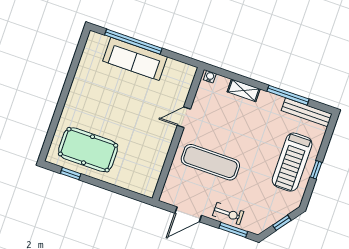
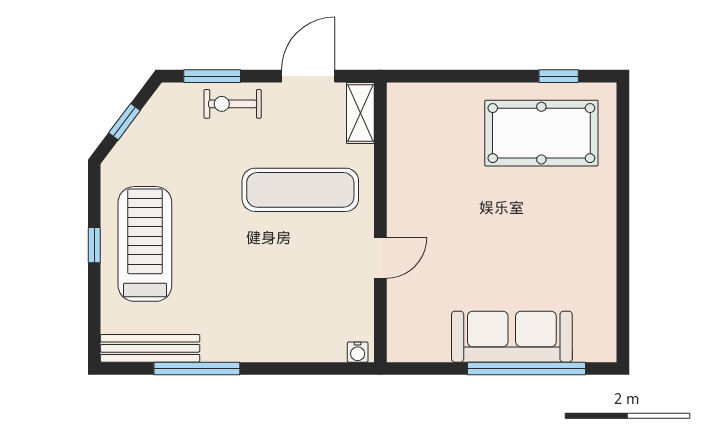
shelving: (244, 90) -> (360, 113), moved, turned 90

